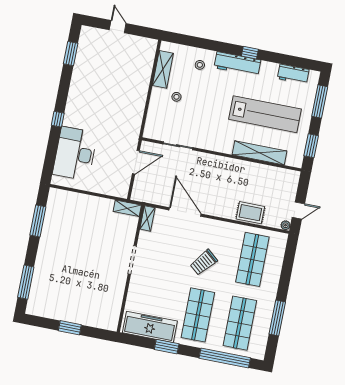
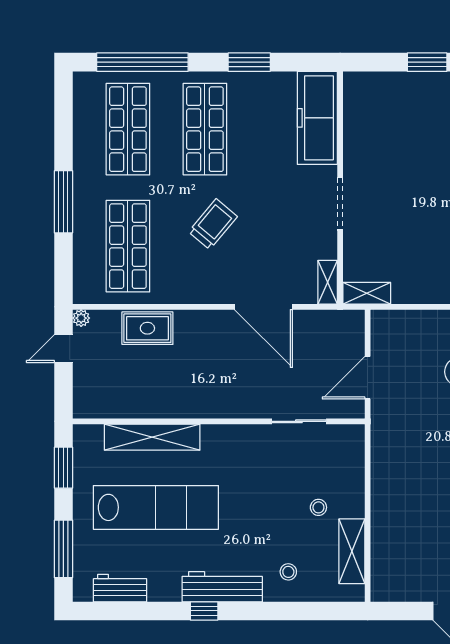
lab bench: (265, 114) -> (156, 507), turned 180
window: (277, 318) -> (63, 202), moved
freezer: (150, 327) -> (317, 118), moved, turned 90

